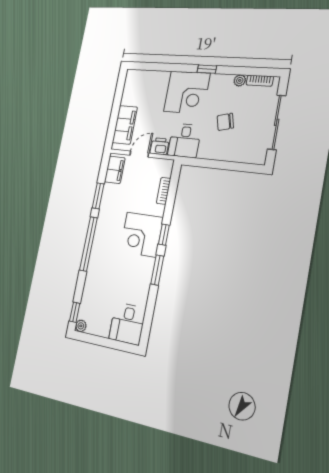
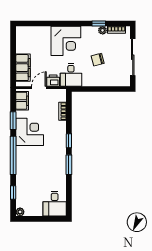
window: (207, 69) -> (99, 23), moved
corner desk: (141, 235) -> (30, 132), moved, turned 180
window: (75, 312) -> (13, 192), moved

